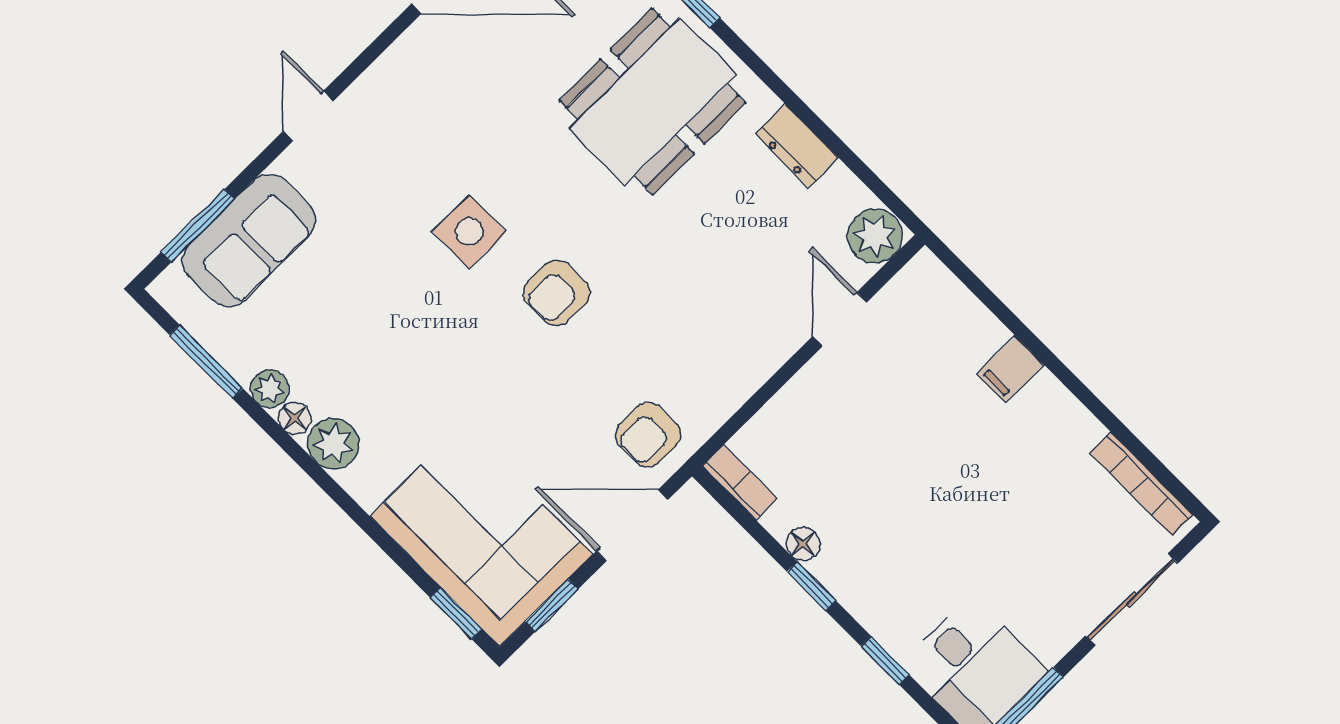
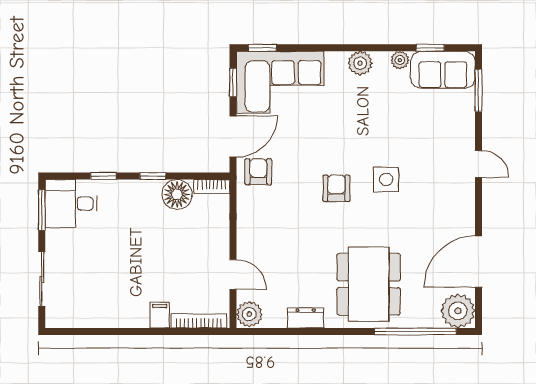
sofa: (249, 240) -> (443, 70), moved, turned -90
window: (206, 362) -> (430, 48), width x0.67
floor lamp: (295, 418) -> (382, 59), removed
bookcase: (1141, 484) -> (199, 321), moved
floor lamp: (803, 544) -> (177, 194), width x1.89, depth x1.89

